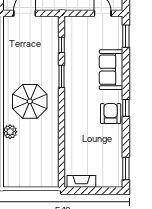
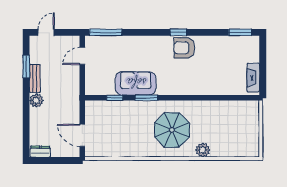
window: (126, 36) -> (106, 32), width x1.44
sofa: (111, 70) -> (136, 83), moved, turned 180

